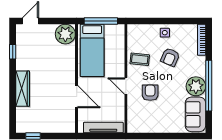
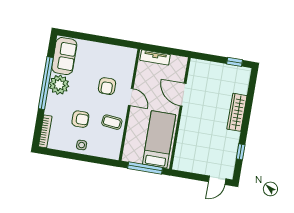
plant: (65, 34) -> (184, 161), removed
armchair: (170, 57) -> (80, 119), turned 67
tv unit: (103, 128) -> (155, 57), width x0.71

